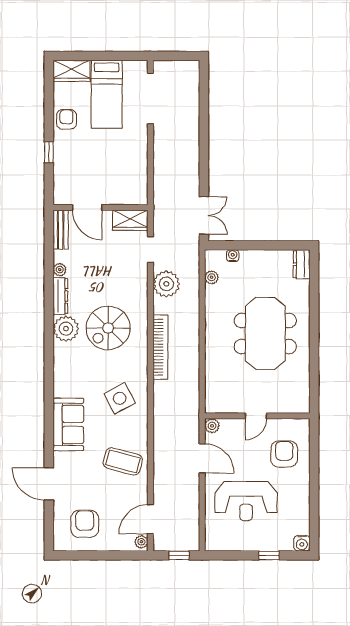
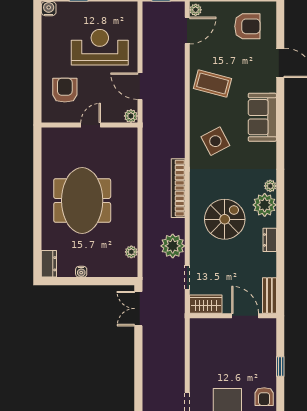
water cooler: (233, 256) -> (81, 272), moved
plant: (60, 270) -> (270, 186), moved
dresser: (60, 296) -> (270, 240), width x0.70
spiral stairs: (108, 328) -> (225, 219), moved
armchair: (284, 454) -> (65, 90), turned 180
armchair: (85, 524) -> (247, 26), turned -90

